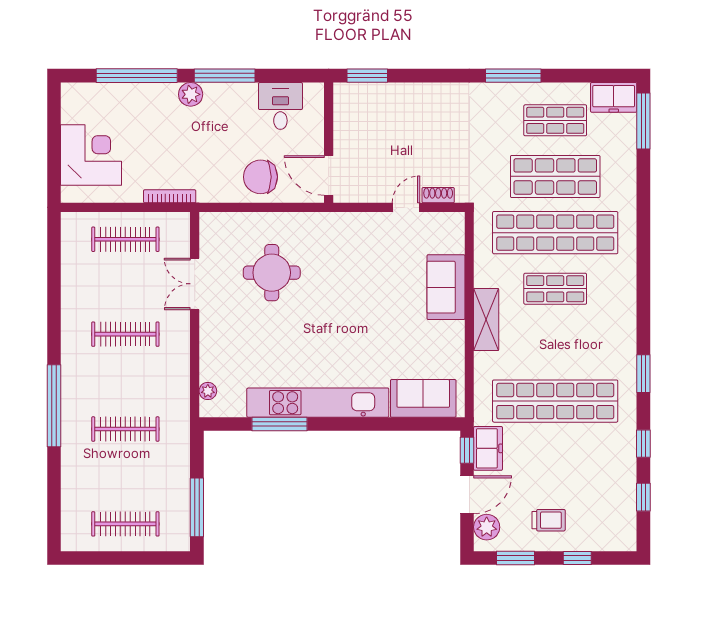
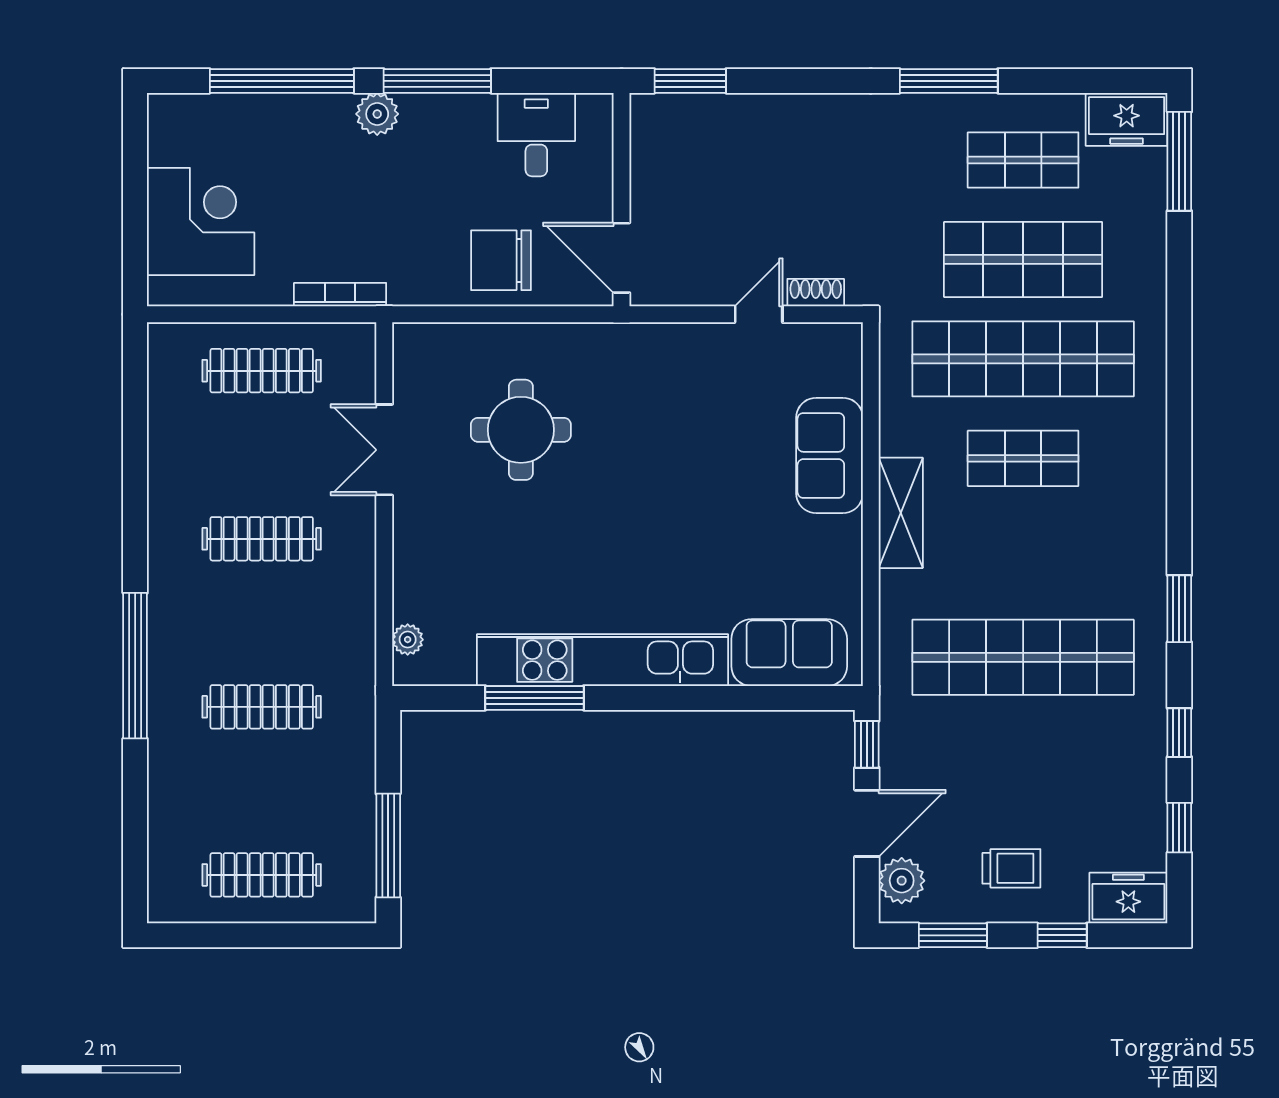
freezer: (488, 448) -> (1128, 898), moved, turned -90

